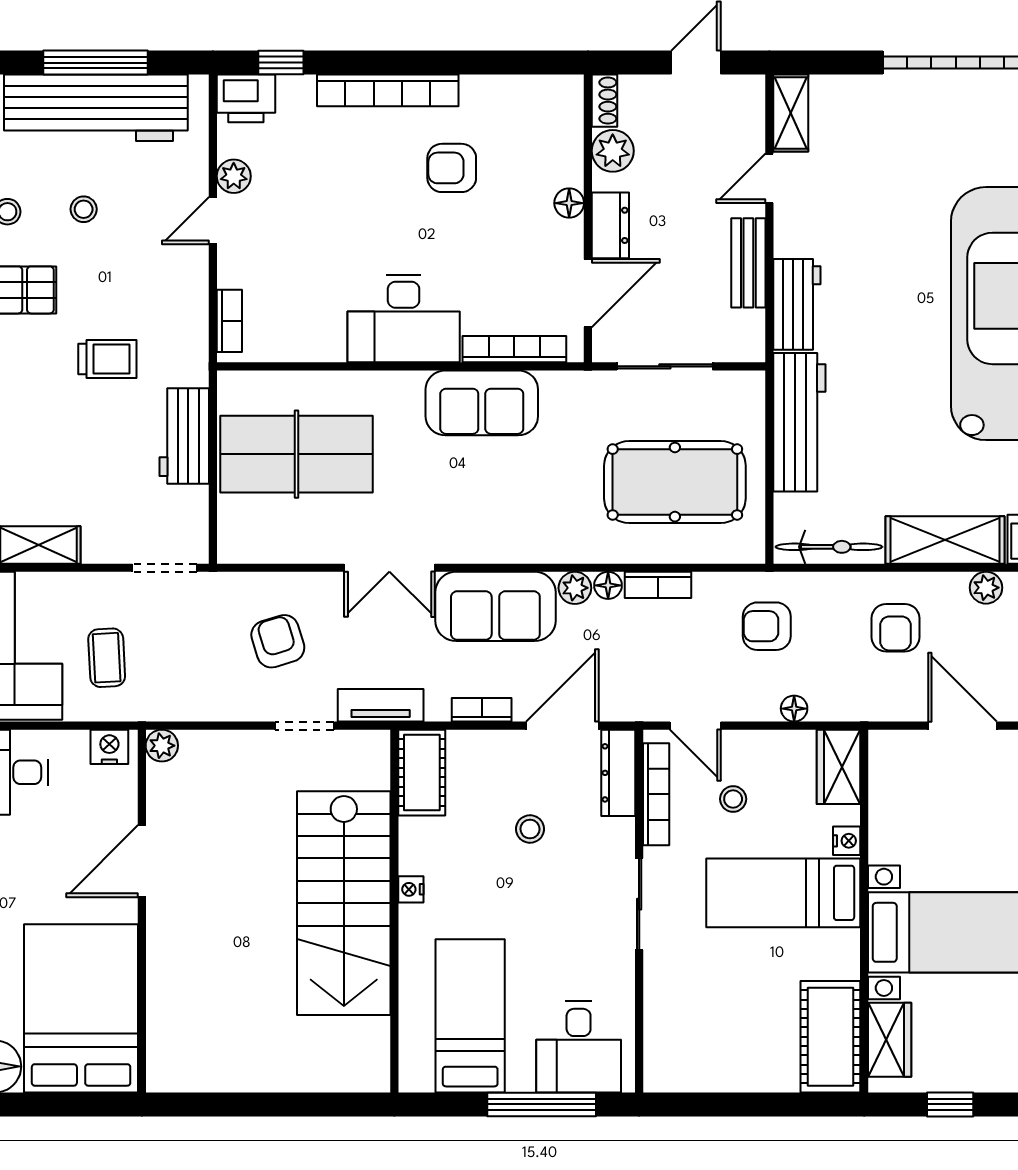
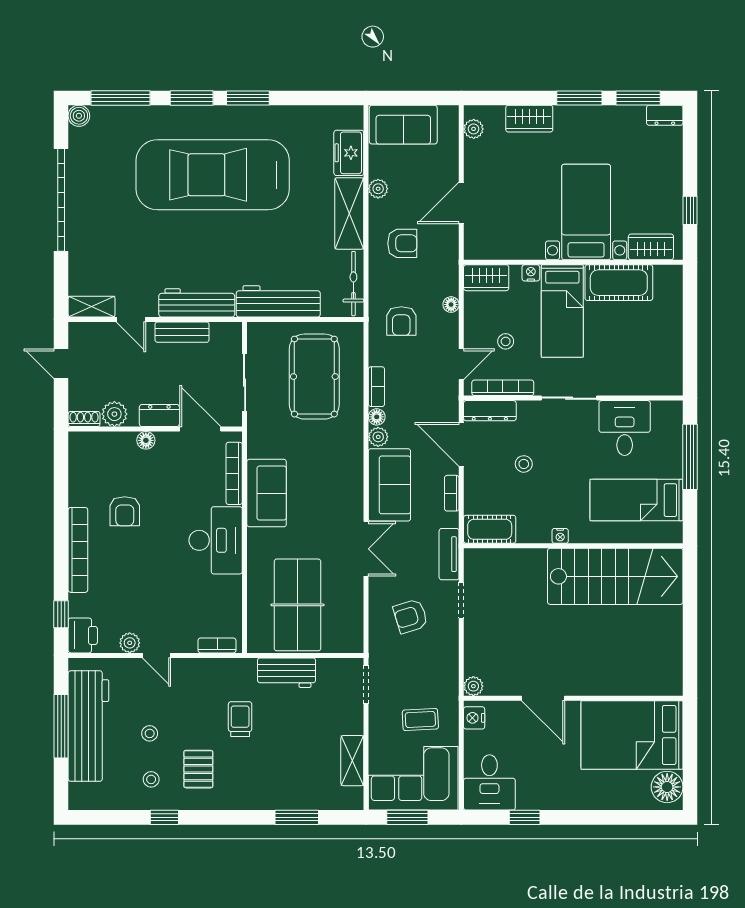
workbench: (797, 304) -> (197, 303), width x1.38
stairs: (344, 903) -> (615, 576), moved
cot: (830, 1037) -> (619, 283), moved
desk: (579, 1047) -> (625, 428), moved, turned -90

